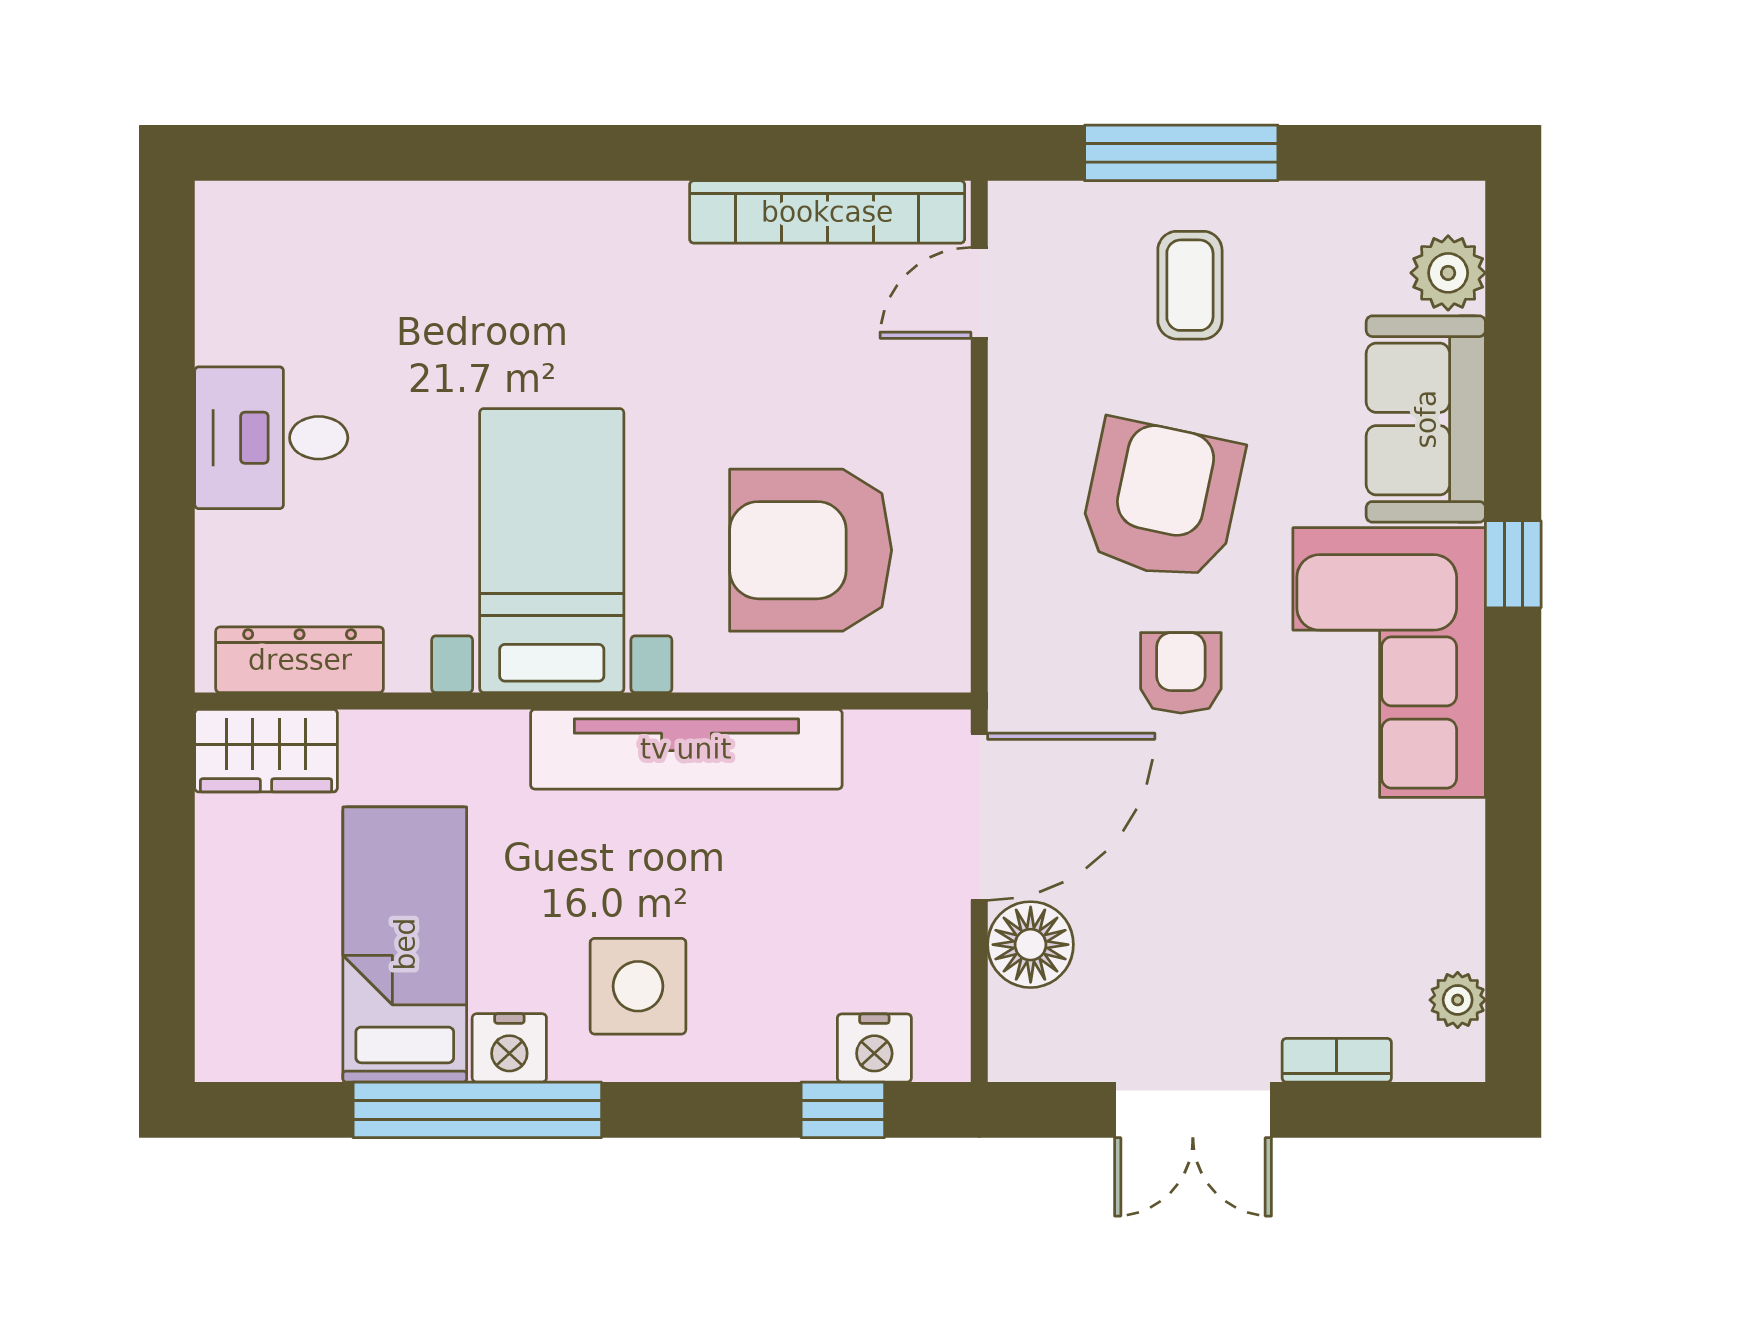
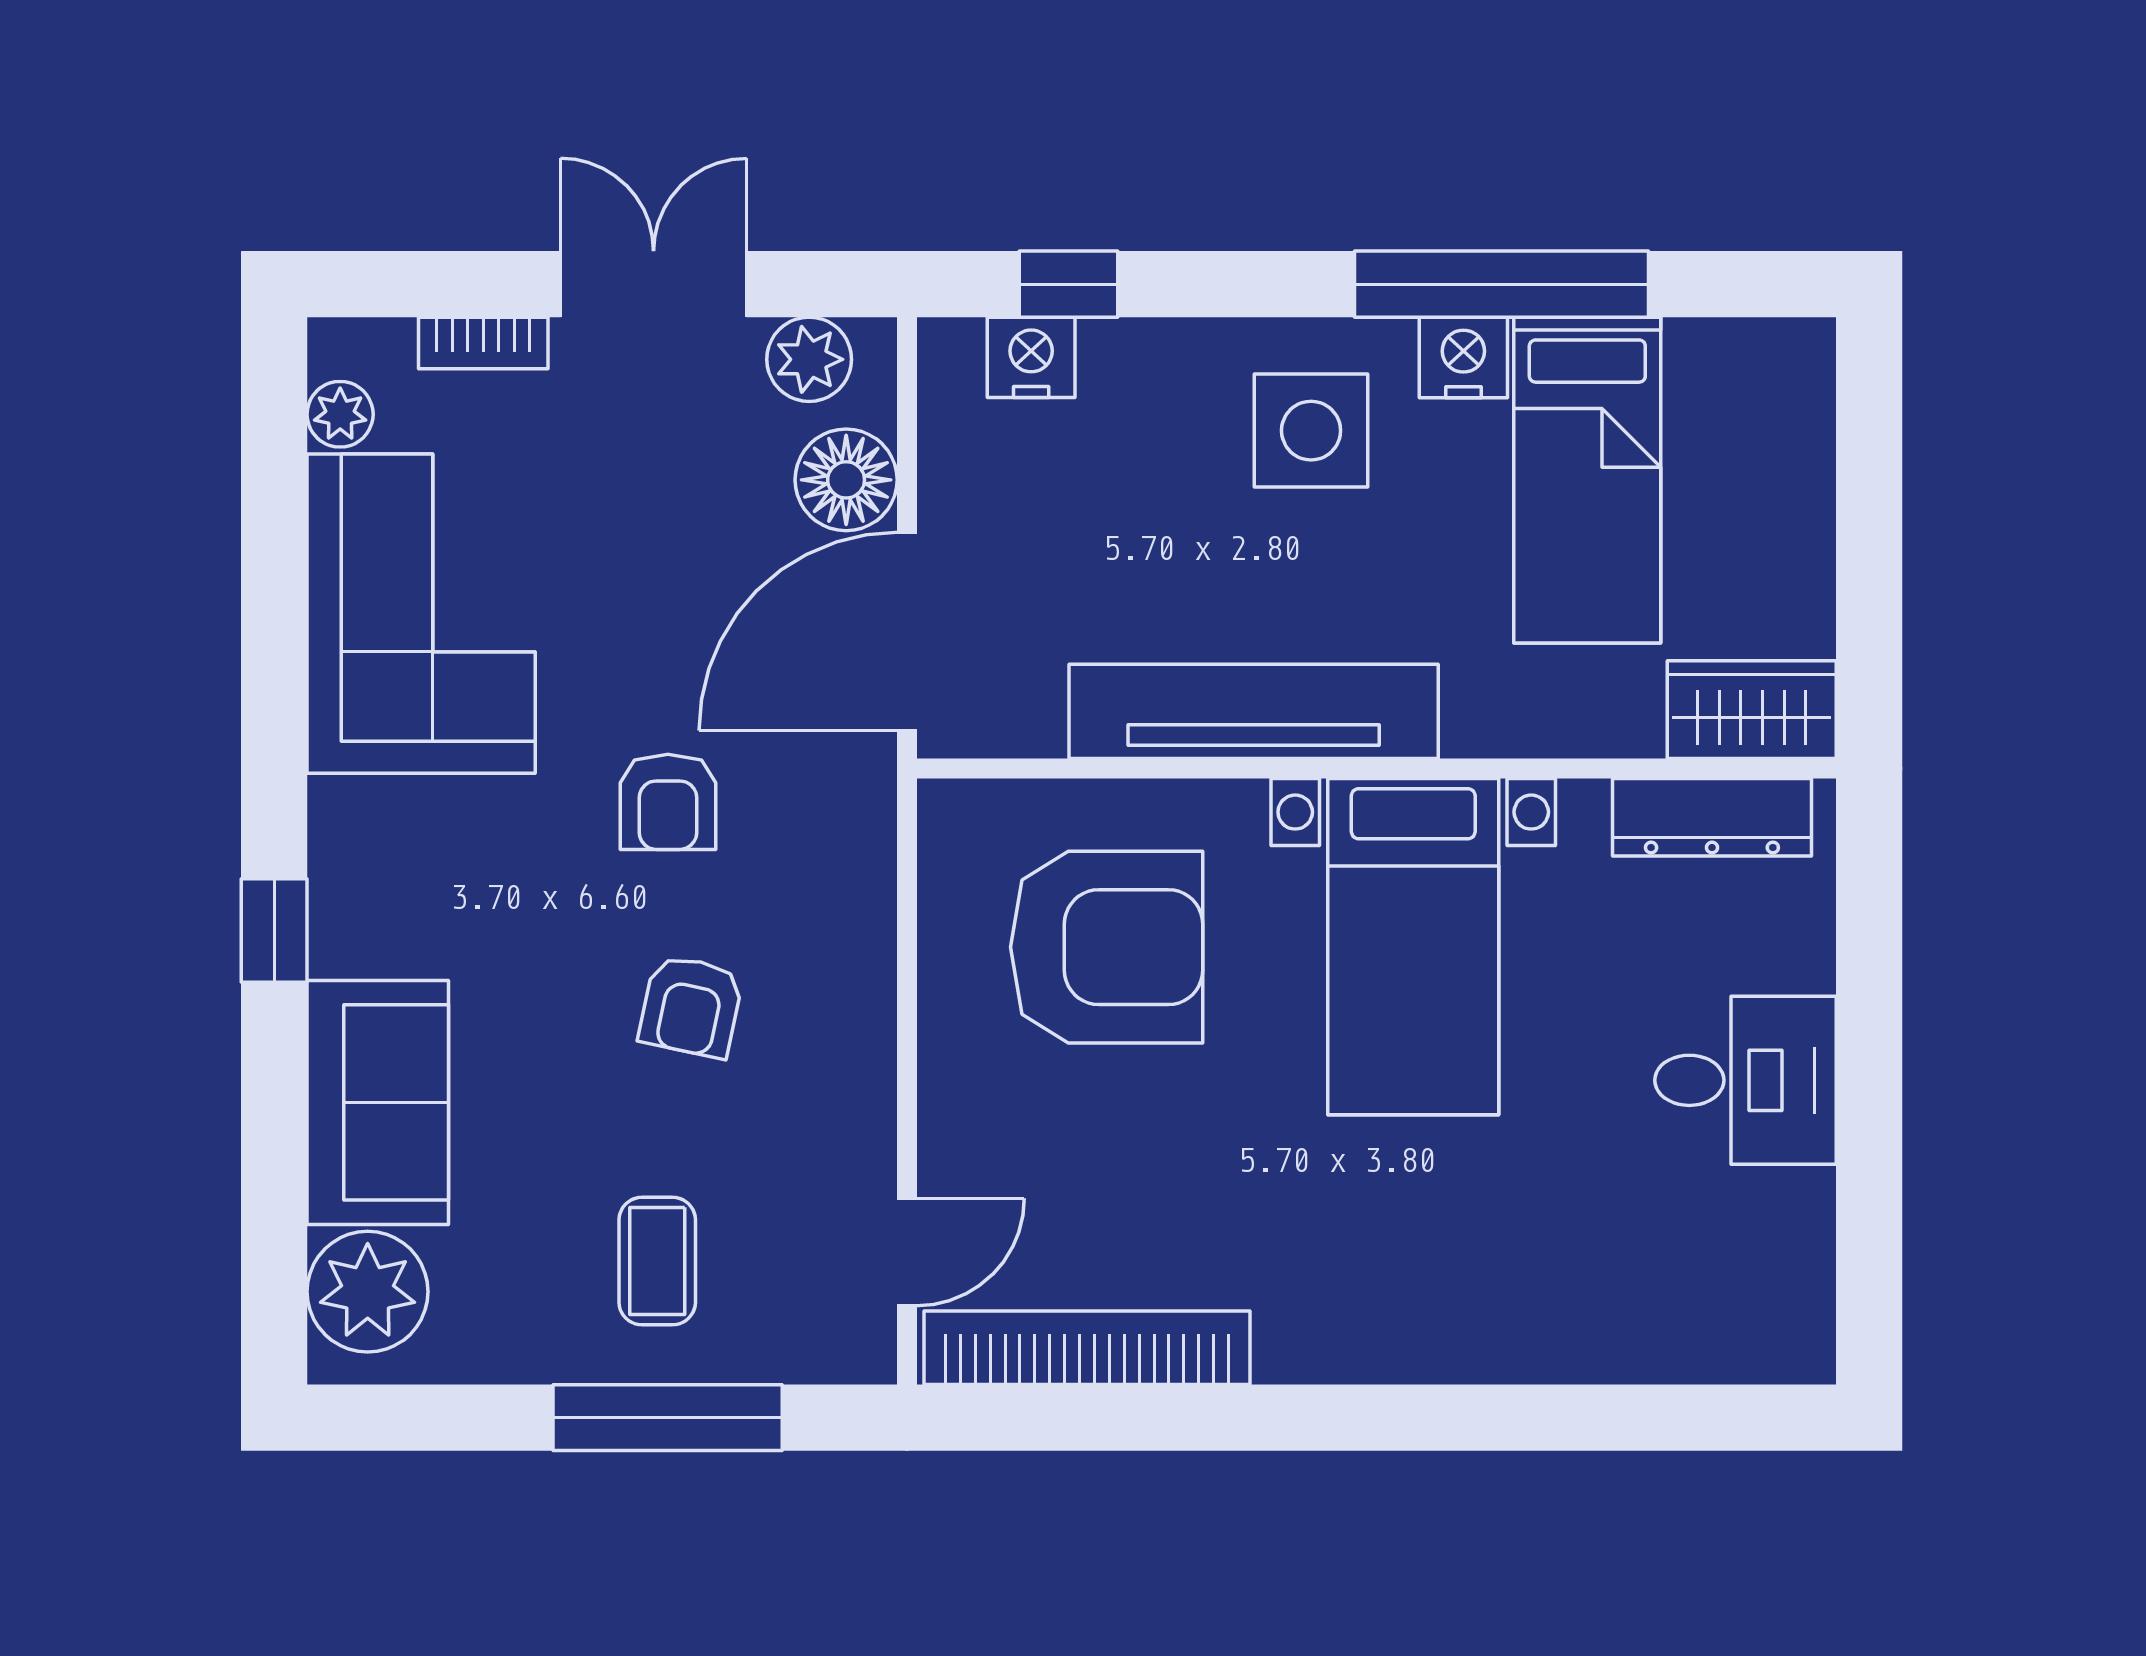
plant: (1448, 273) -> (368, 1292), width x1.36, depth x1.36
armchair: (1161, 500) -> (691, 1006), width x0.53, depth x0.53
corner sofa: (1389, 663) -> (421, 614), moved
plant: (1062, 1046) -> (809, 359), added

